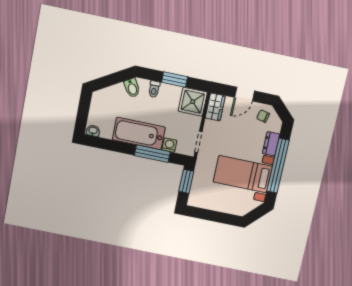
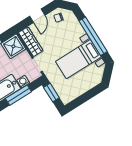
wardrobe: (215, 107) -> (31, 42), width x1.50
dresser: (271, 144) -> (77, 28), removed

